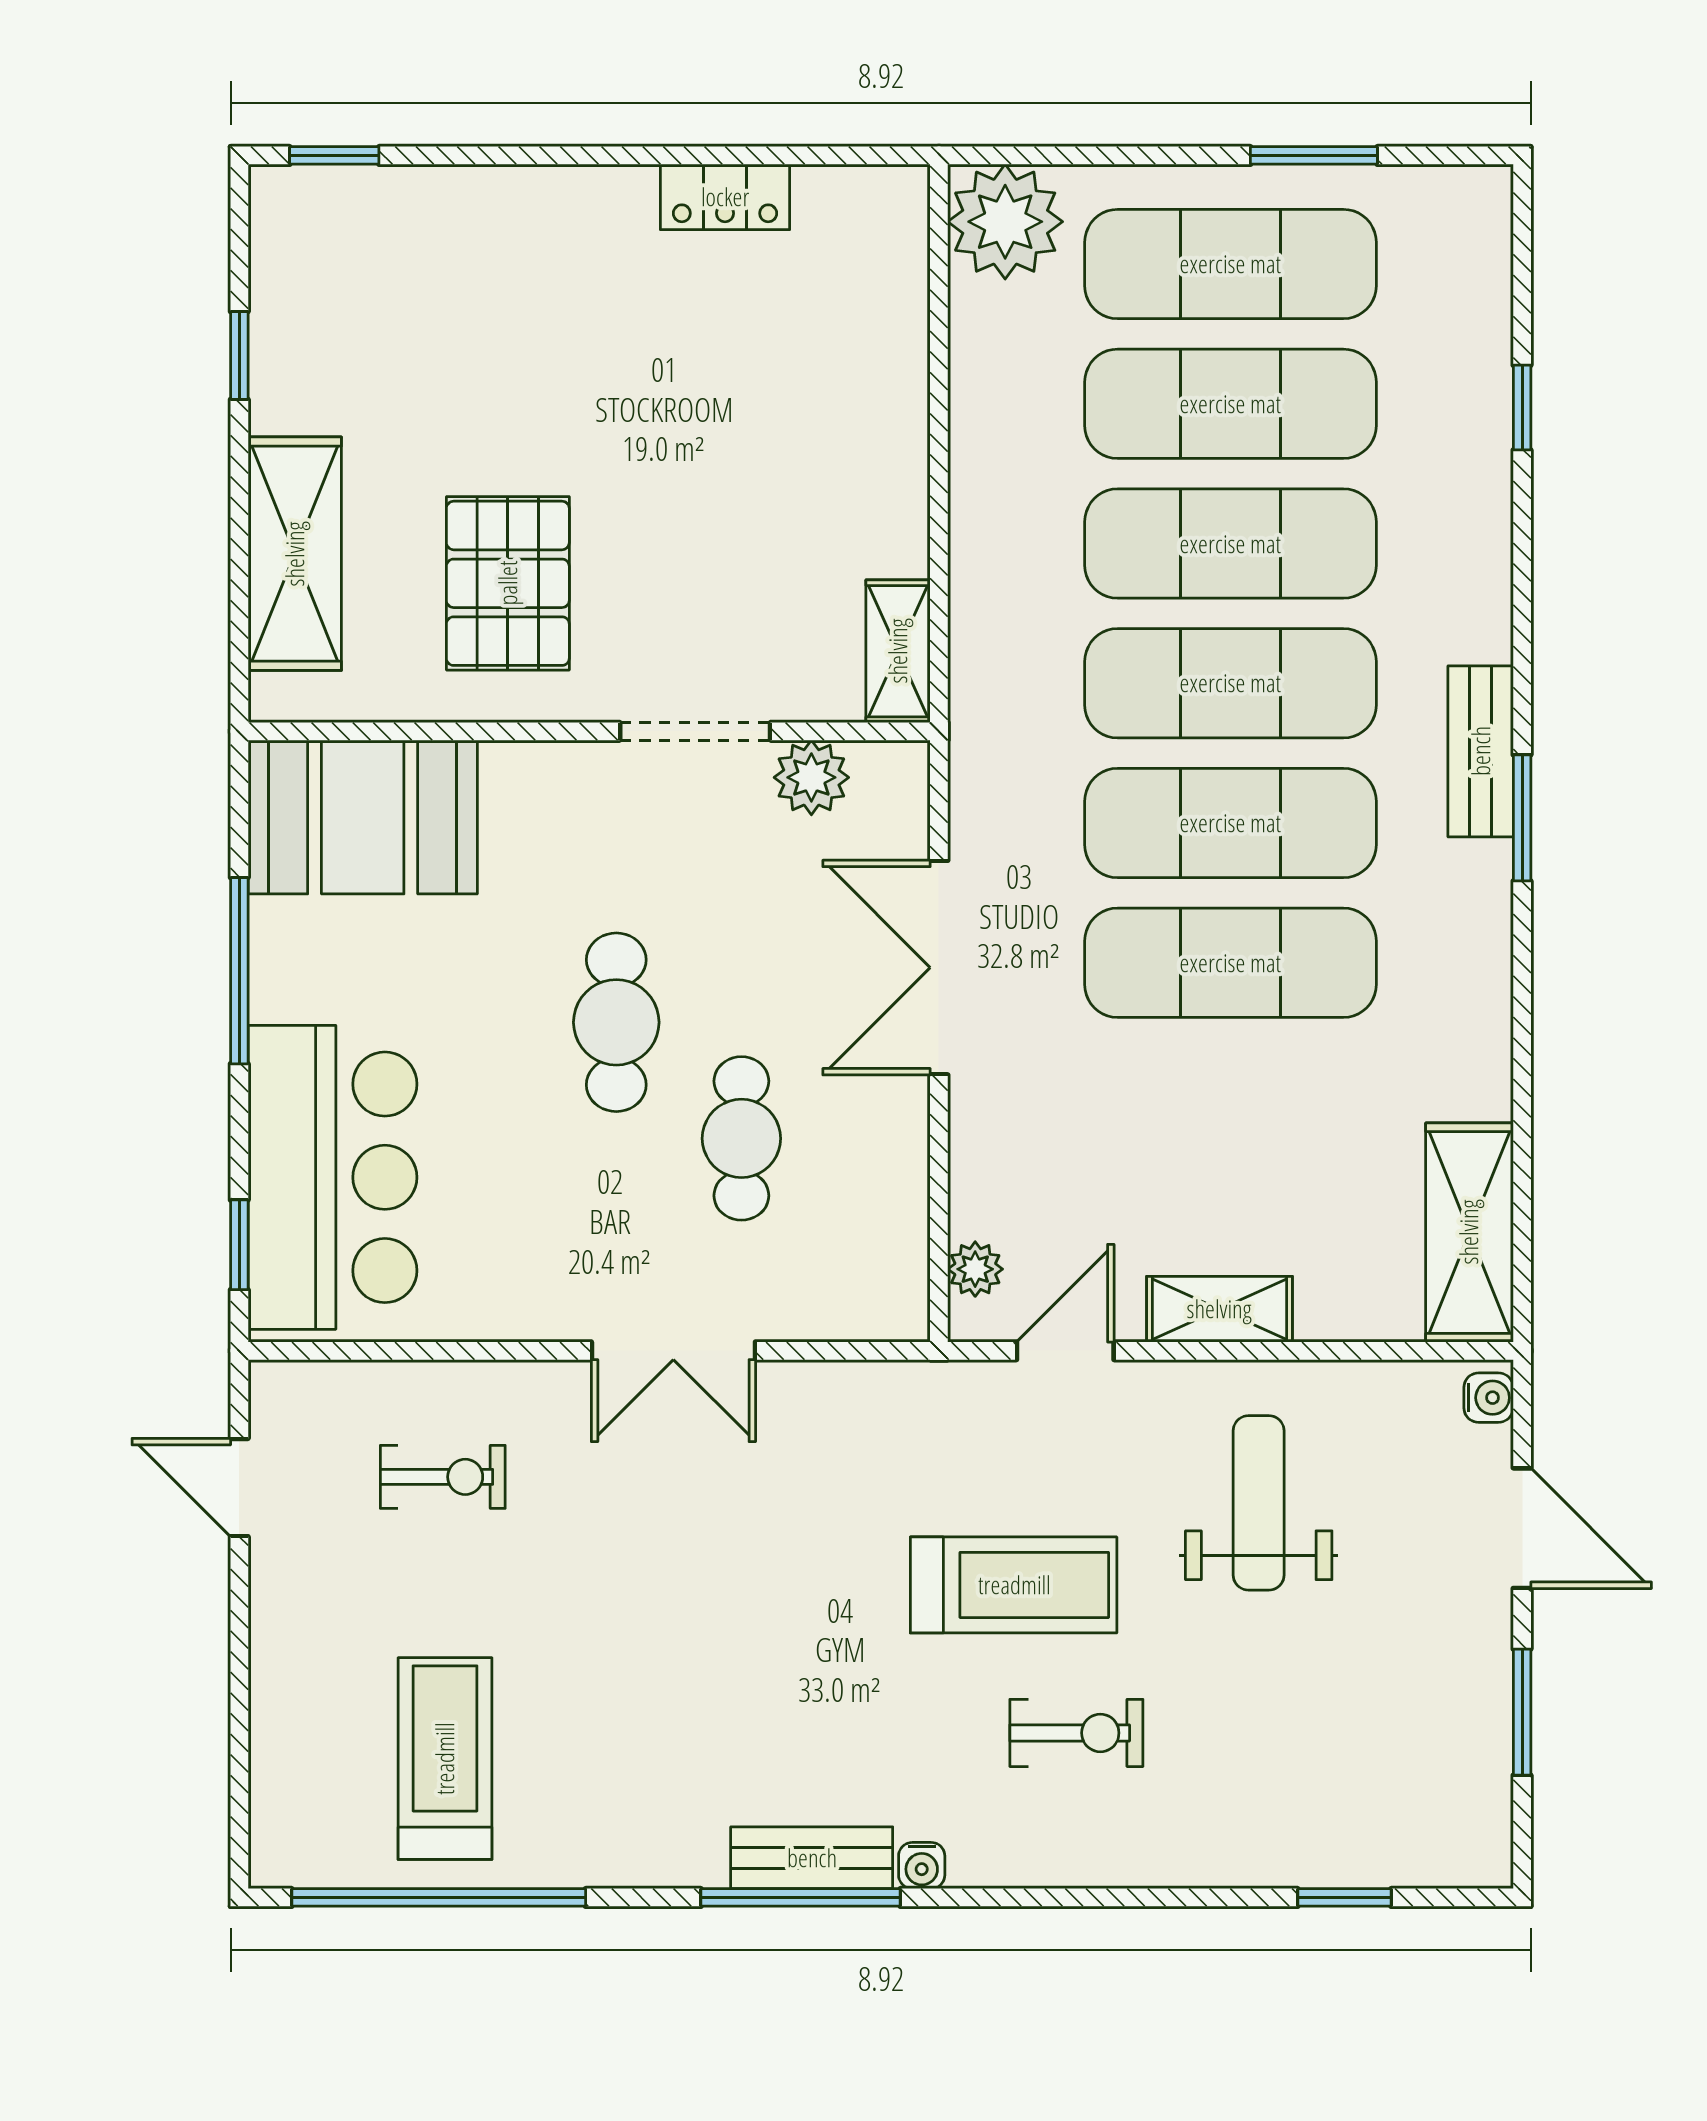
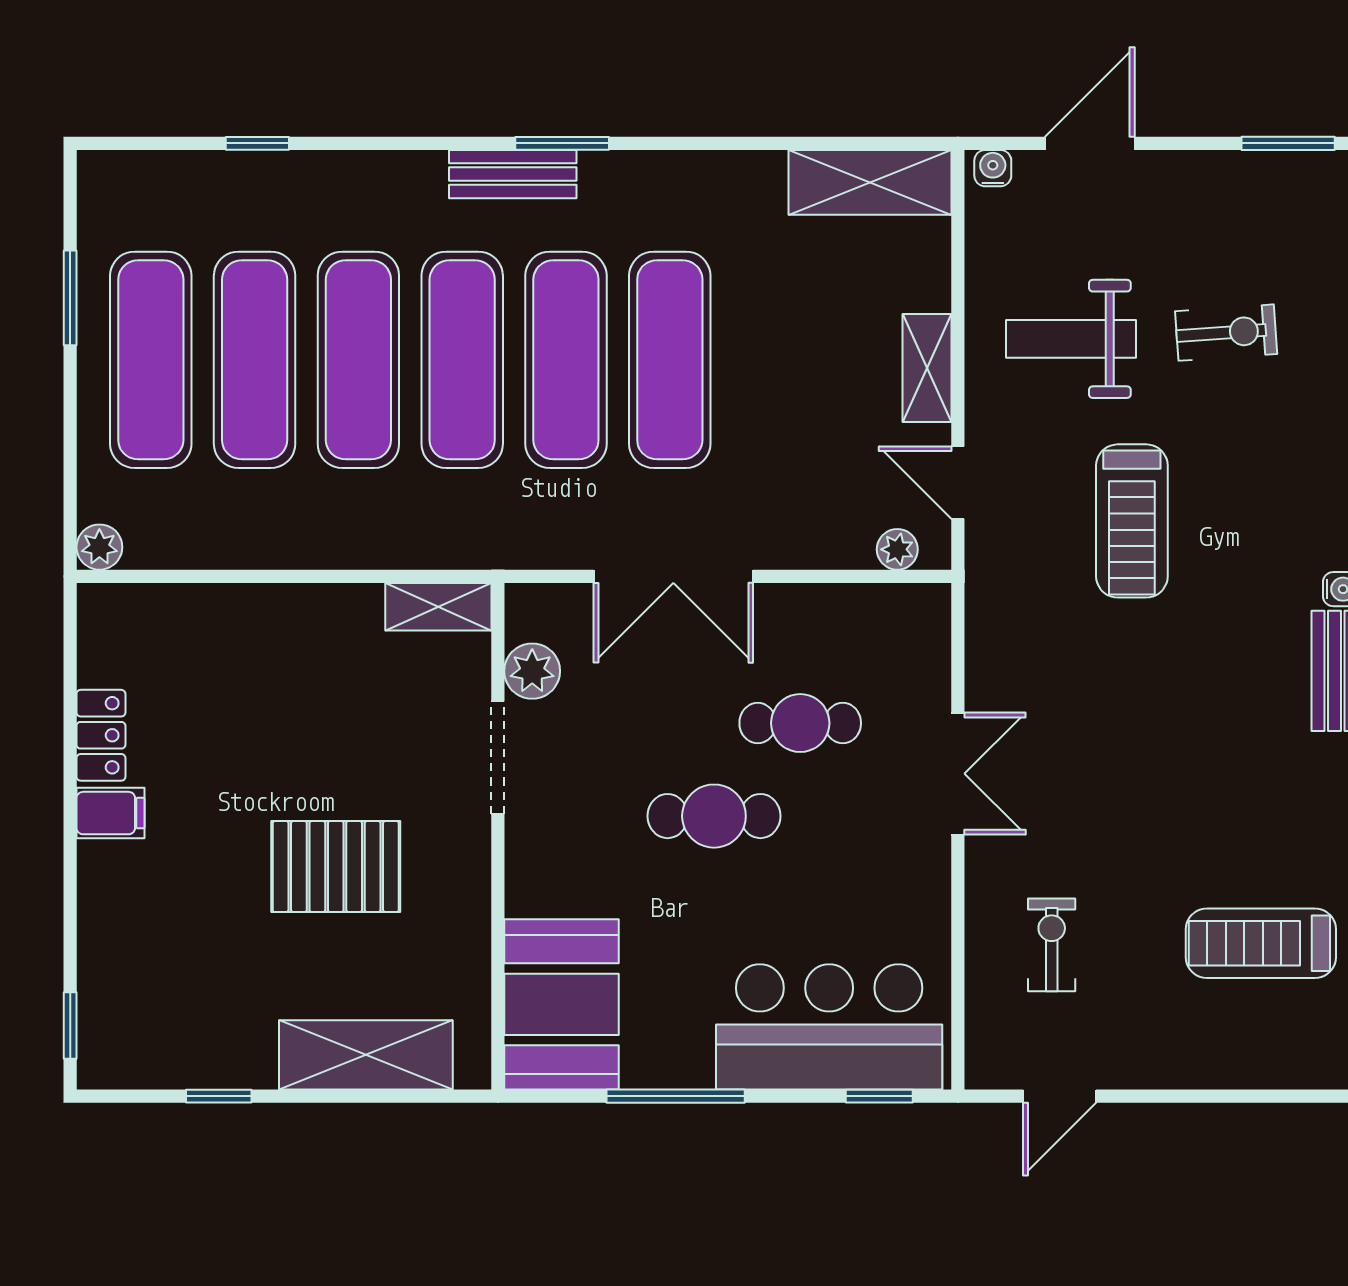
filing cabinet: (620, 210) -> (111, 813), added
plant: (1005, 222) -> (99, 547), width x0.53, depth x0.53
pallet: (508, 583) -> (336, 867), moved
treadmill: (1014, 1585) -> (1132, 521), turned 180
window: (1522, 1712) -> (1288, 143), moved
exercise bike: (1076, 1733) -> (1226, 333), moved, turned 86

